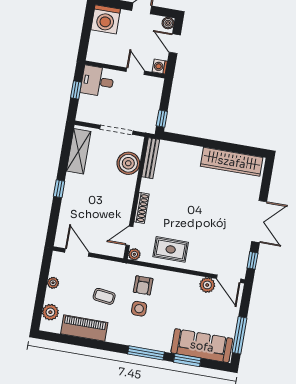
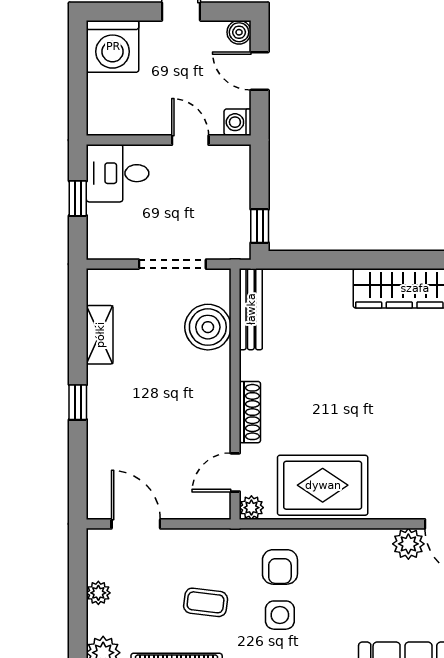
shelving: (79, 151) -> (100, 335), width x0.67, depth x0.75
rug: (171, 249) -> (323, 485), width x1.36, depth x1.43

